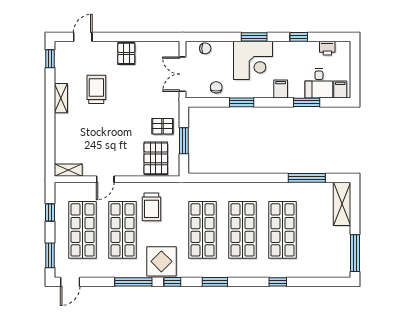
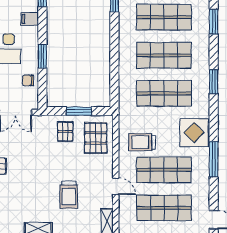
trolley: (96, 89) -> (69, 195), moved, turned -90
pallet: (156, 158) -> (96, 138), turned 90
trolley: (151, 207) -> (142, 142), turned 180
window: (172, 282) -> (214, 122), removed
window: (278, 282) -> (214, 22), width x1.50

